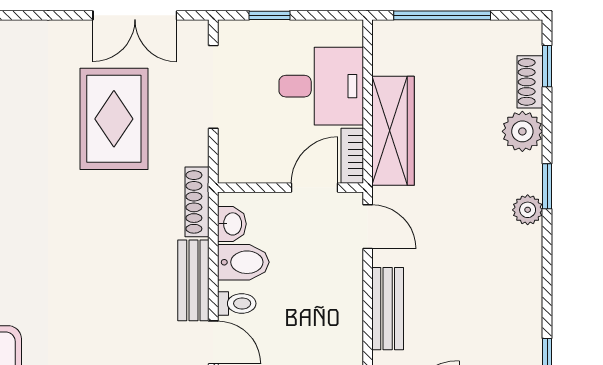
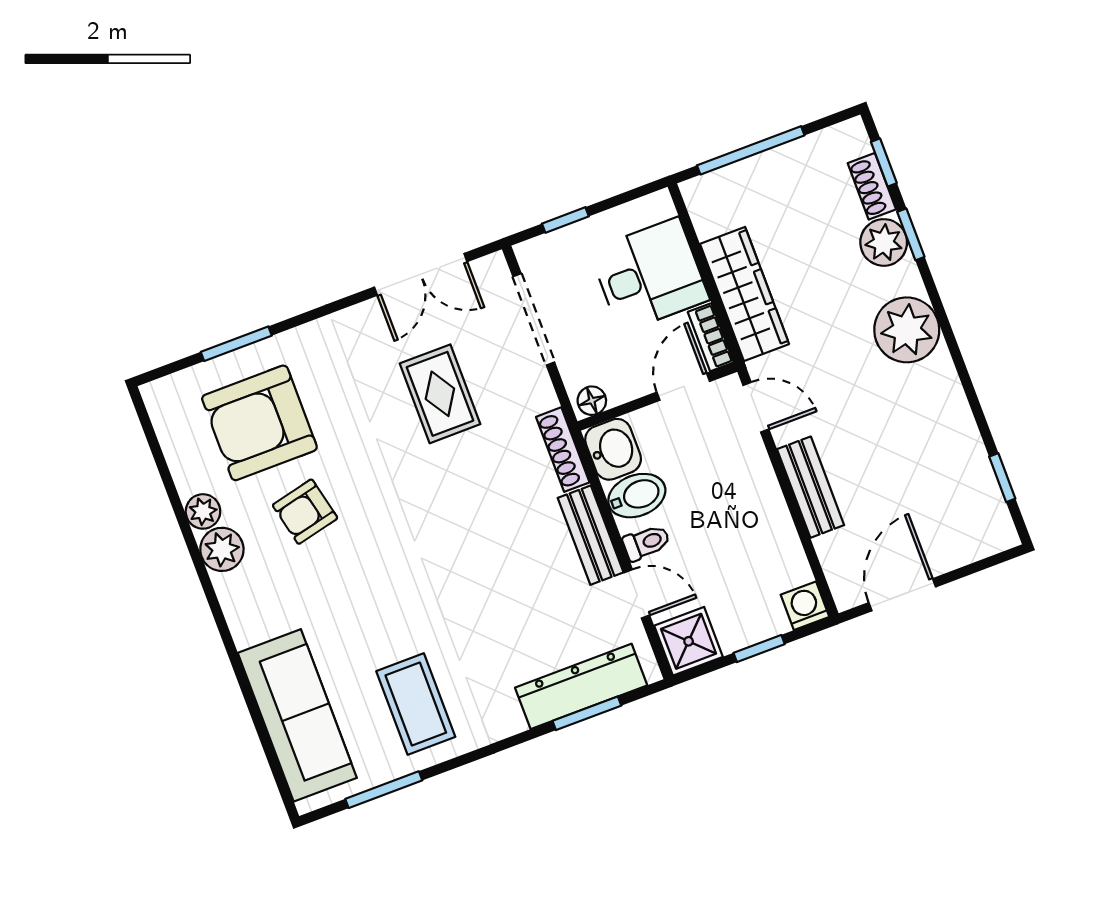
rug: (114, 119) -> (440, 394), width x0.73, depth x0.70
floor lamp: (236, 171) -> (592, 401), added
window: (547, 186) -> (911, 234), moved
plant: (528, 210) -> (907, 330), width x1.87, depth x1.87
washbasin: (232, 224) -> (613, 449), width x1.38, depth x1.45

